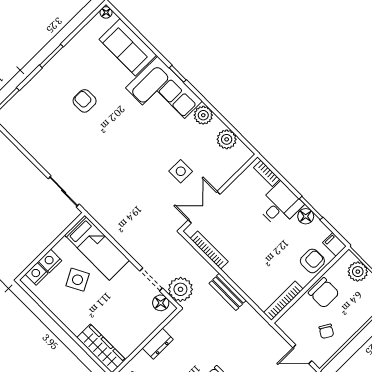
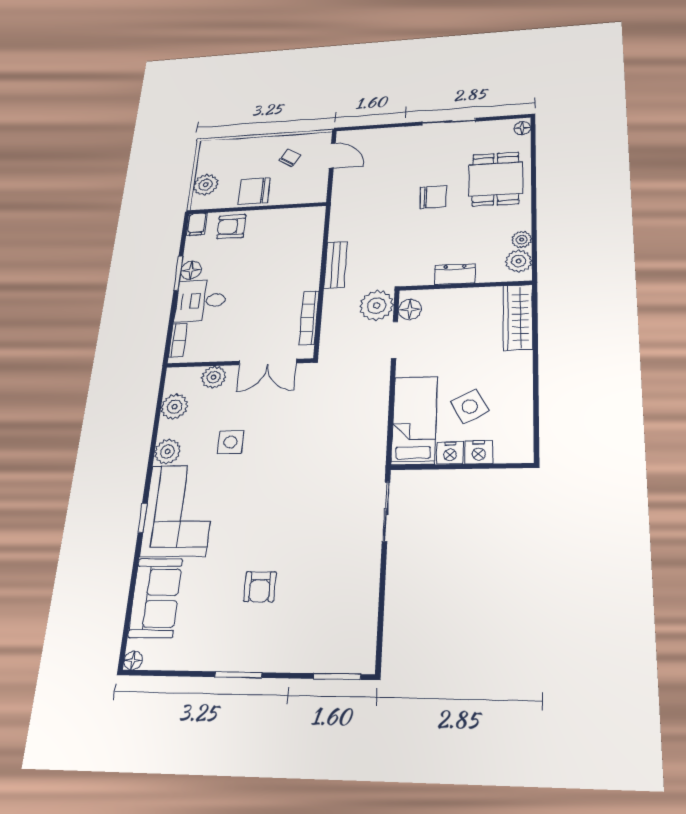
side table: (181, 171) -> (230, 442), moved
plant: (224, 173) -> (214, 377), added
nightstand: (37, 274) -> (450, 453), moved
chair: (324, 293) -> (254, 191), turned -90
bookcase: (283, 301) -> (296, 214), removed

